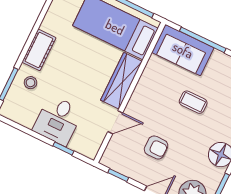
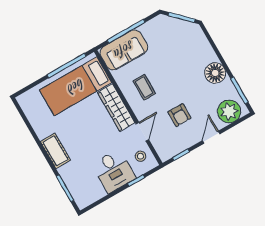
stool: (31, 83) -> (140, 156), moved
coffee table: (193, 102) -> (144, 87), moved, turned 90
armchair: (156, 147) -> (179, 115), turned 90

